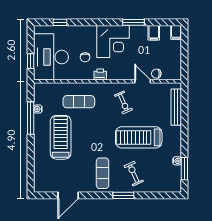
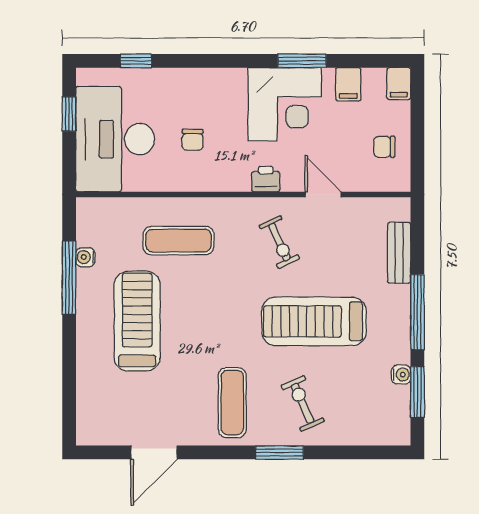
corner desk: (113, 42) -> (285, 104), moved
window: (31, 61) -> (69, 114), moved
chair: (156, 74) -> (384, 147), moved
printer: (100, 75) -> (266, 179), moved
bench: (176, 107) -> (399, 253), width x0.73
window: (184, 133) -> (417, 312), added

